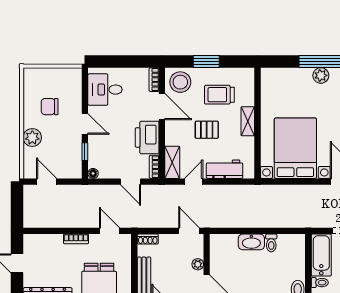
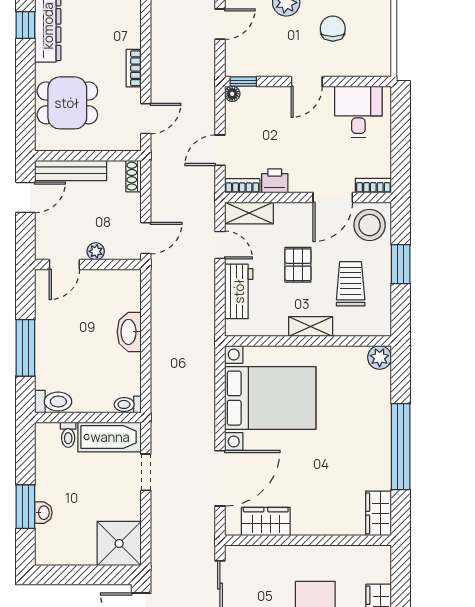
plant: (321, 75) -> (380, 357), moved
printer: (147, 138) -> (275, 181), width x0.53, depth x0.68
window: (85, 152) -> (243, 82), moved
toilet: (271, 243) -> (128, 404), moved

